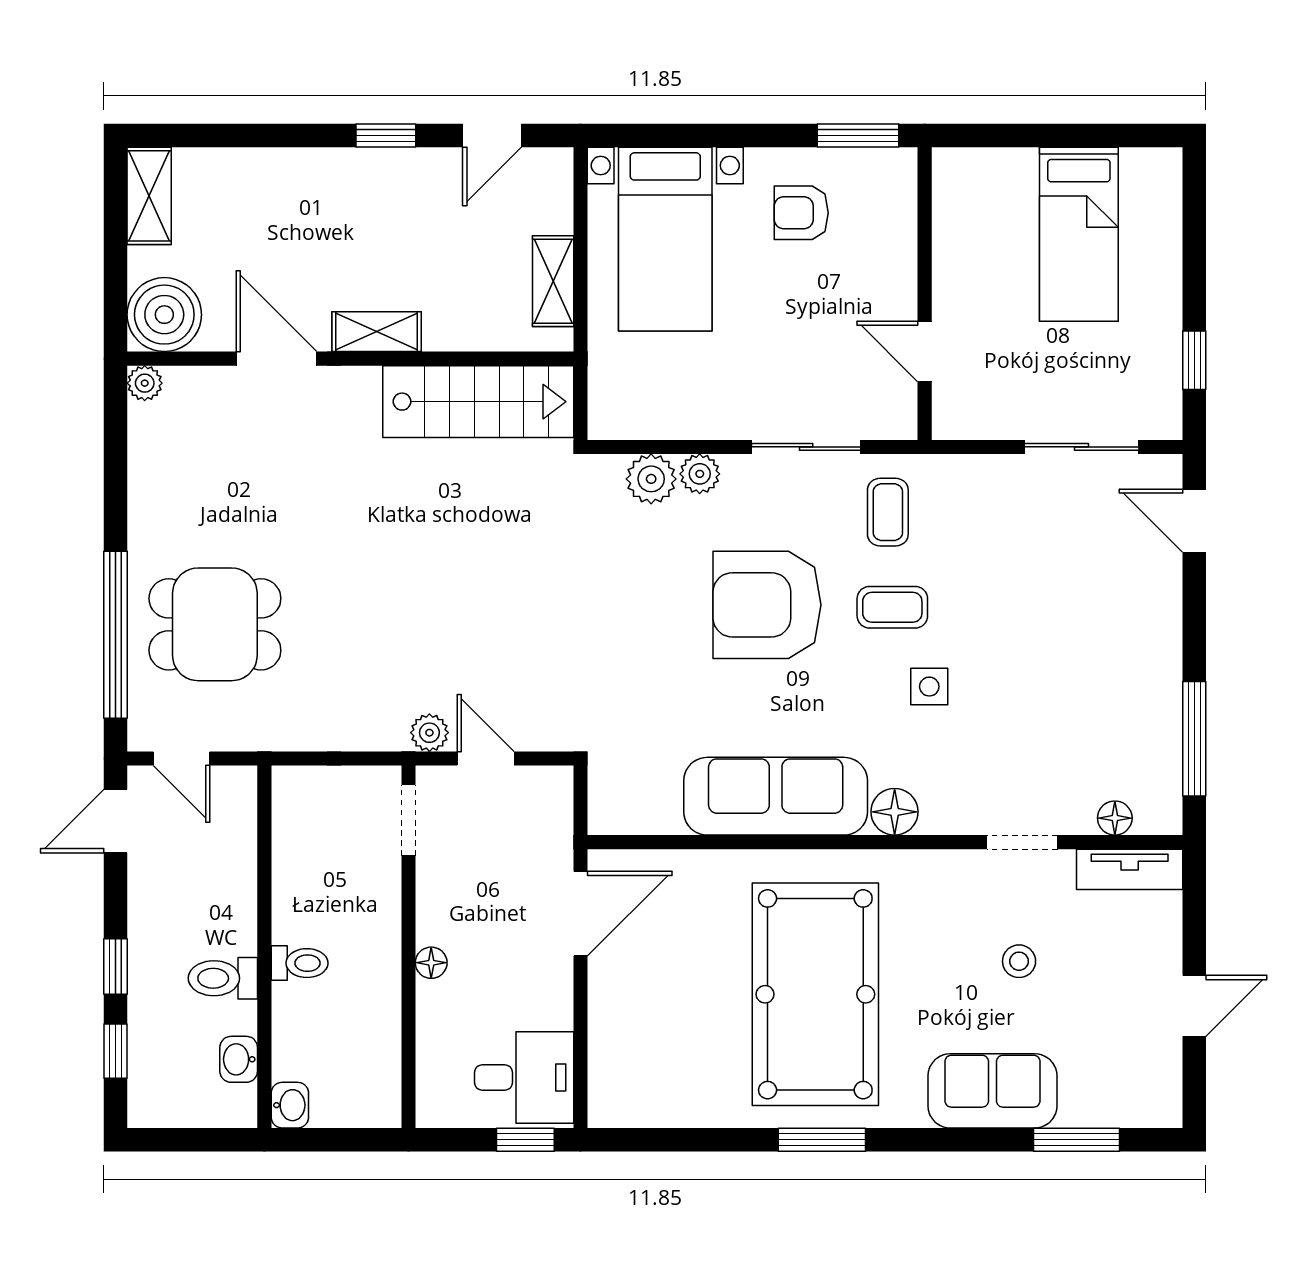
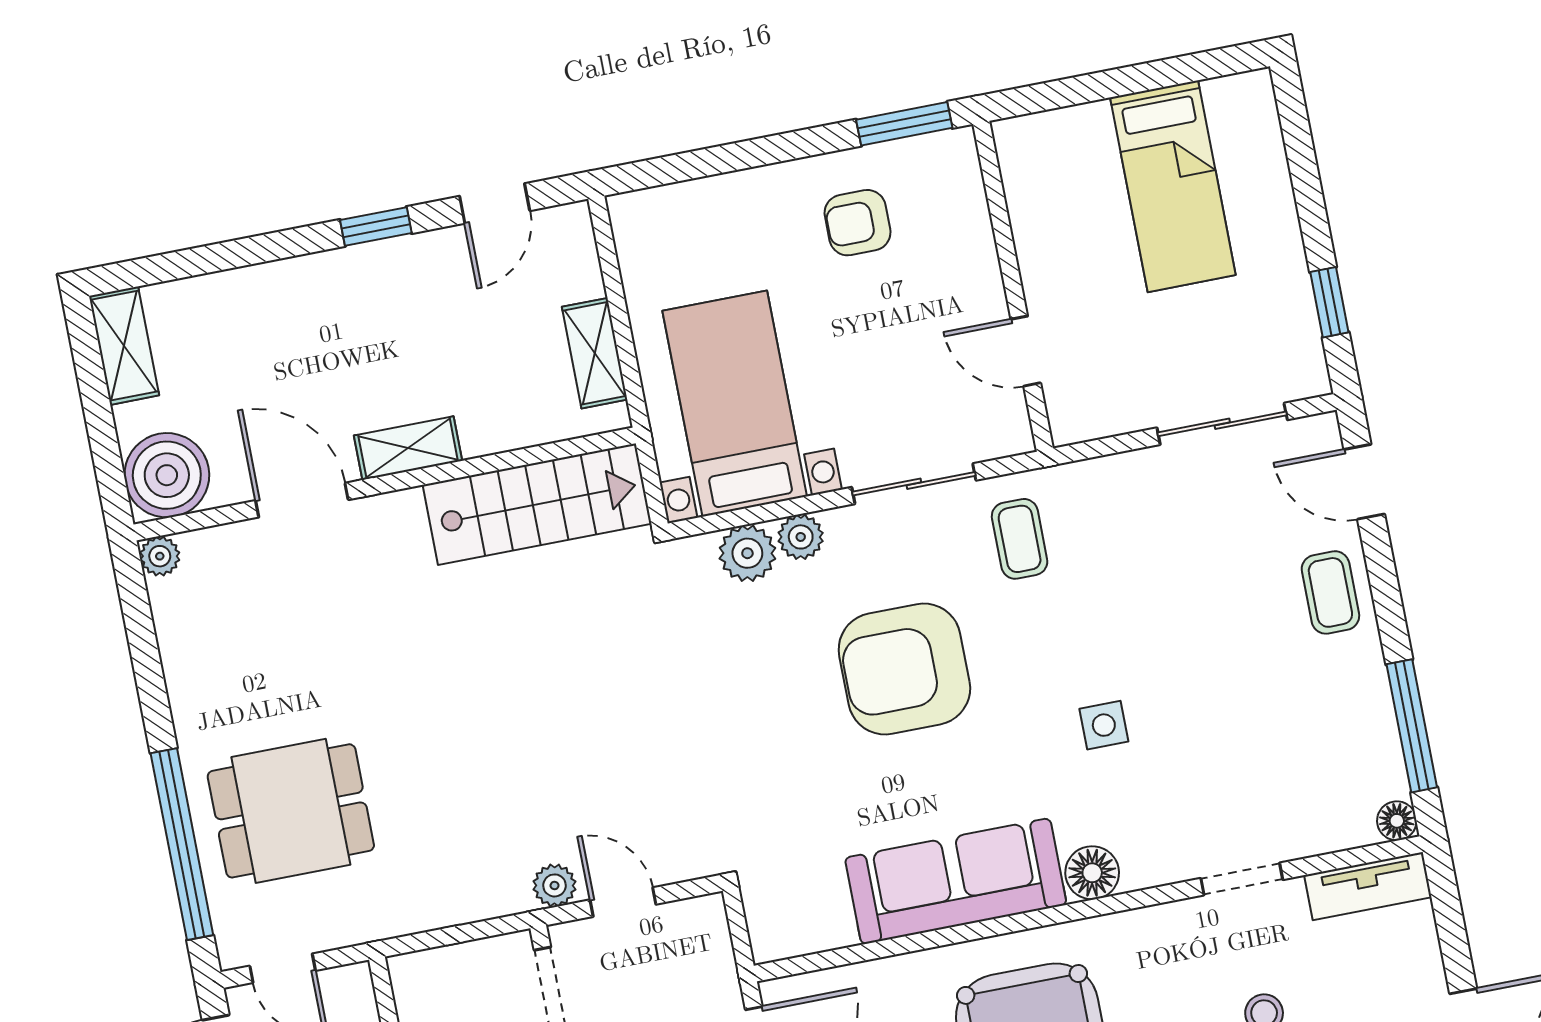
bed with nightstands: (665, 239) -> (735, 404), moved, turned 180
coffee table: (892, 607) -> (1330, 592), moved, turned 90
floor lamp: (1115, 818) -> (1397, 821), moved

